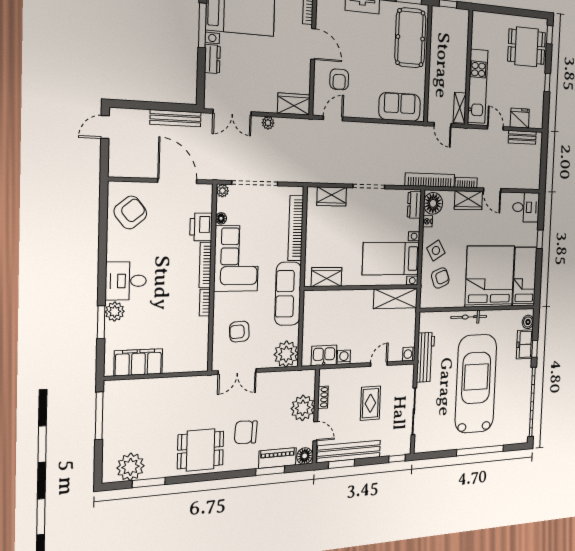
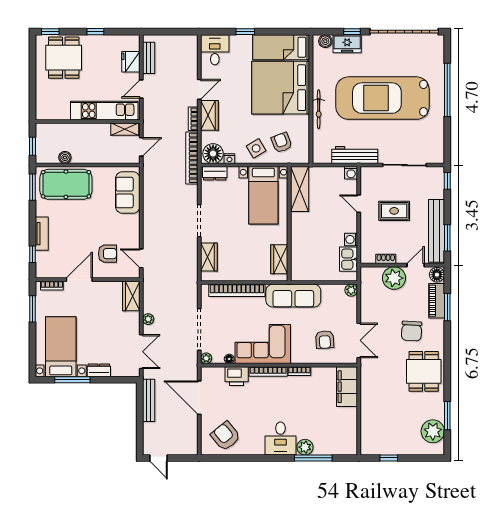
boiler: (436, 39) -> (65, 157), added
door: (177, 181) -> (199, 398), hinge flipped
window: (101, 322) -> (313, 458), width x1.44
plant: (286, 354) -> (351, 290), width x0.53, depth x0.53
filing cabinet: (138, 362) -> (347, 387), moved
window: (99, 416) -> (389, 458), width x0.46

